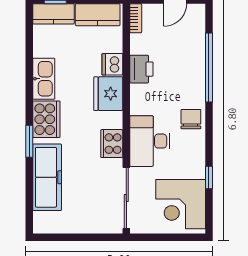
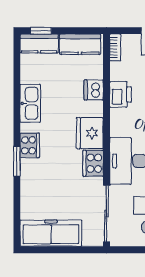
fridge: (108, 94) -> (90, 133), moved
cooker: (46, 119) -> (30, 145), width x0.73, depth x0.76
freezer: (47, 177) -> (51, 233), moved, turned -90

